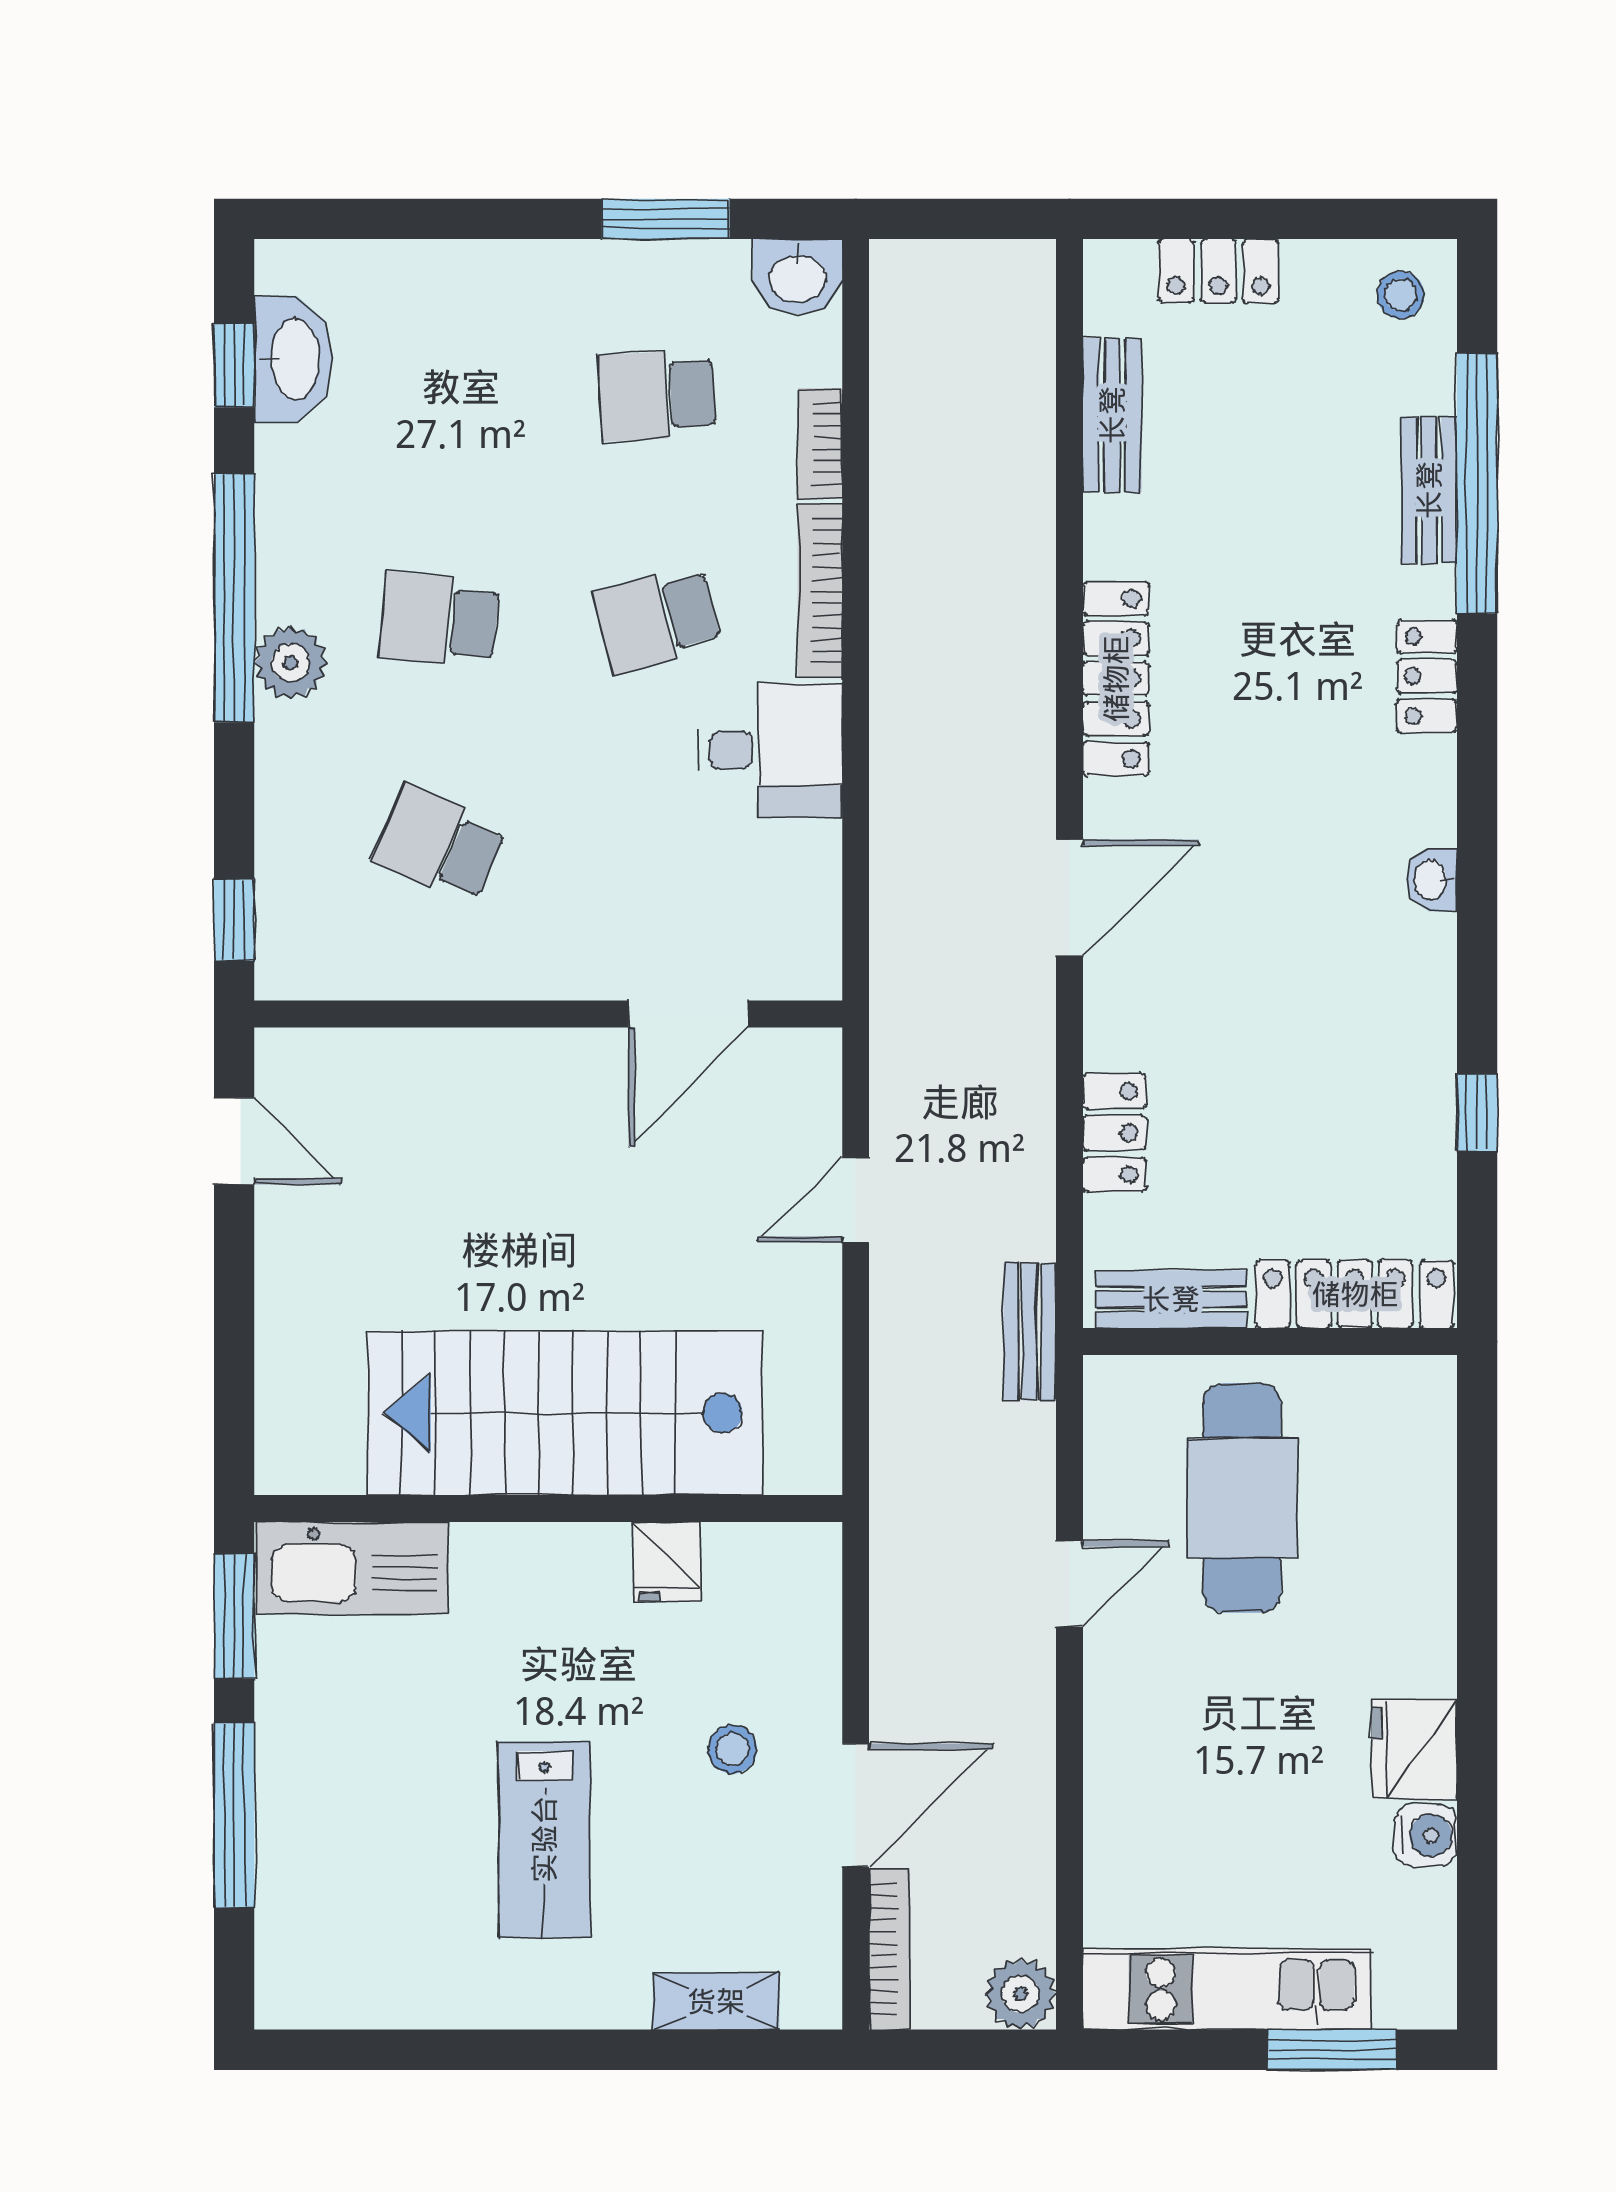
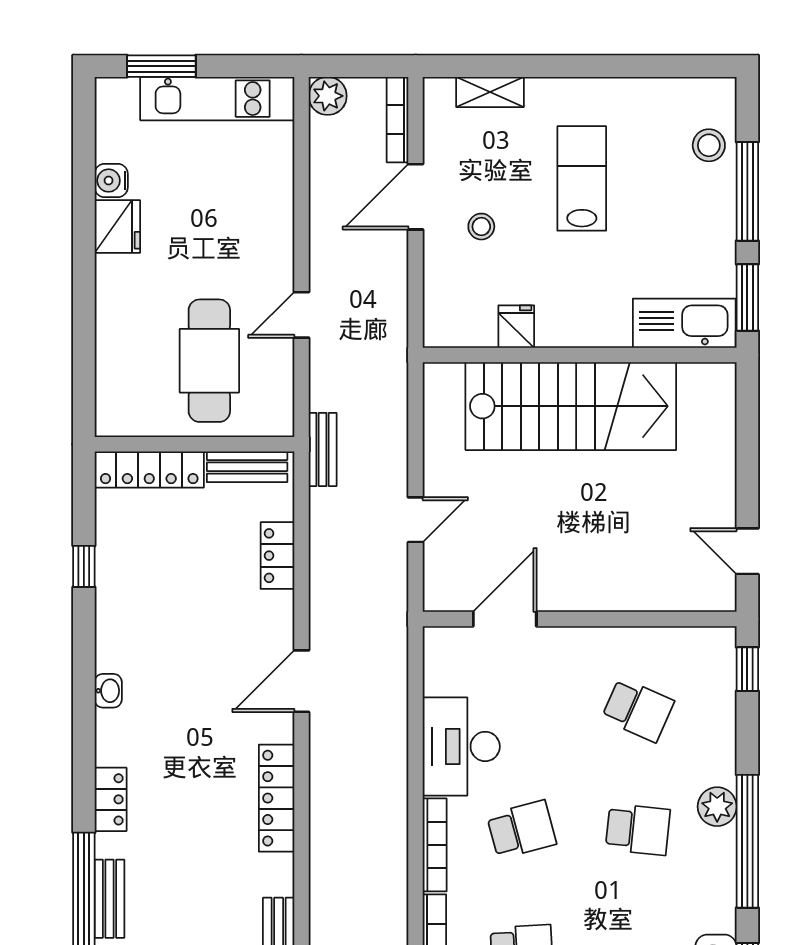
desk: (770, 750) -> (461, 746), width x1.37
stool: (306, 1901) -> (709, 145), added

